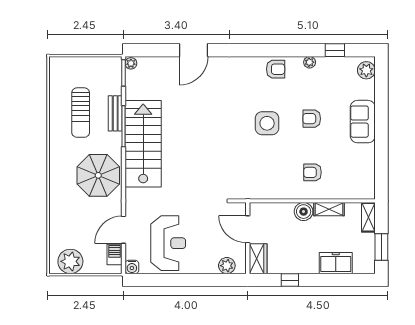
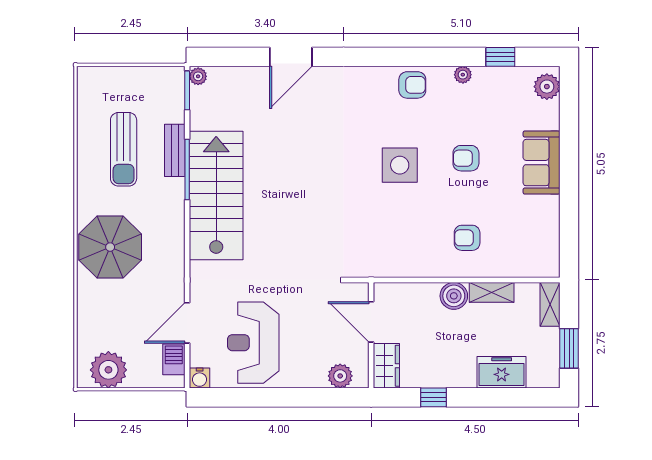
parasol: (98, 175) -> (110, 247), moved
reception desk: (168, 243) -> (253, 343), turned 180

